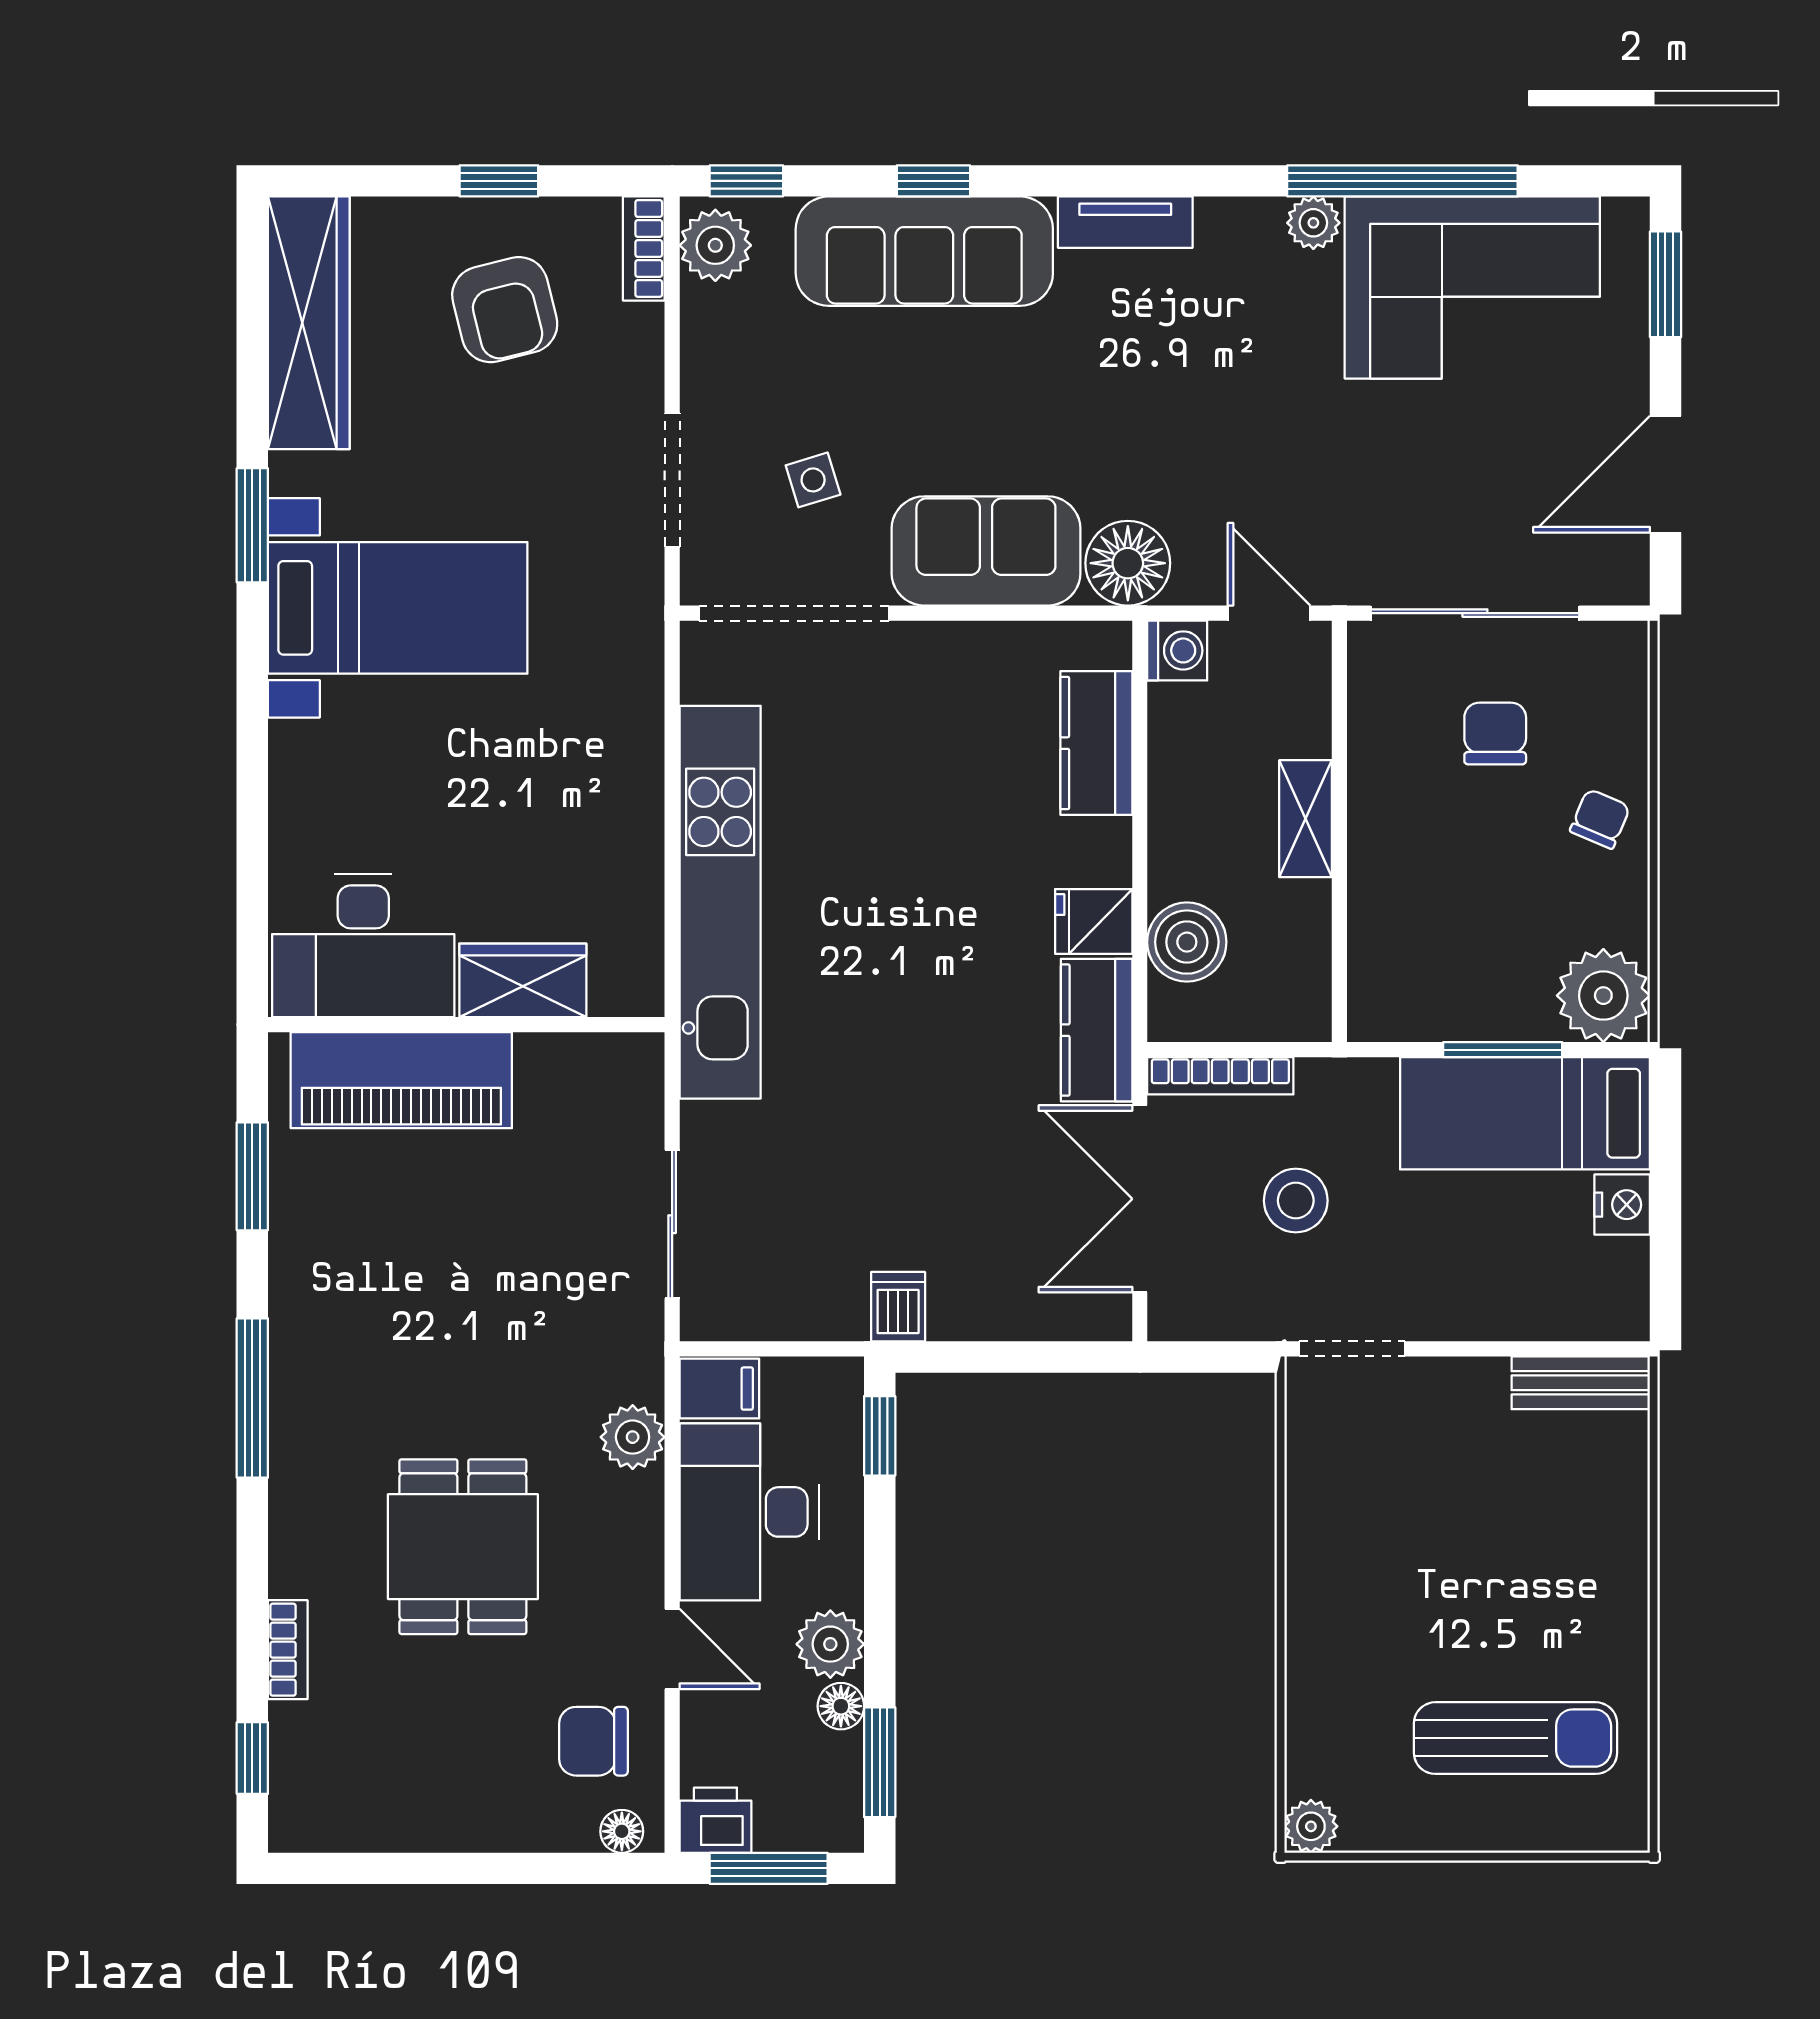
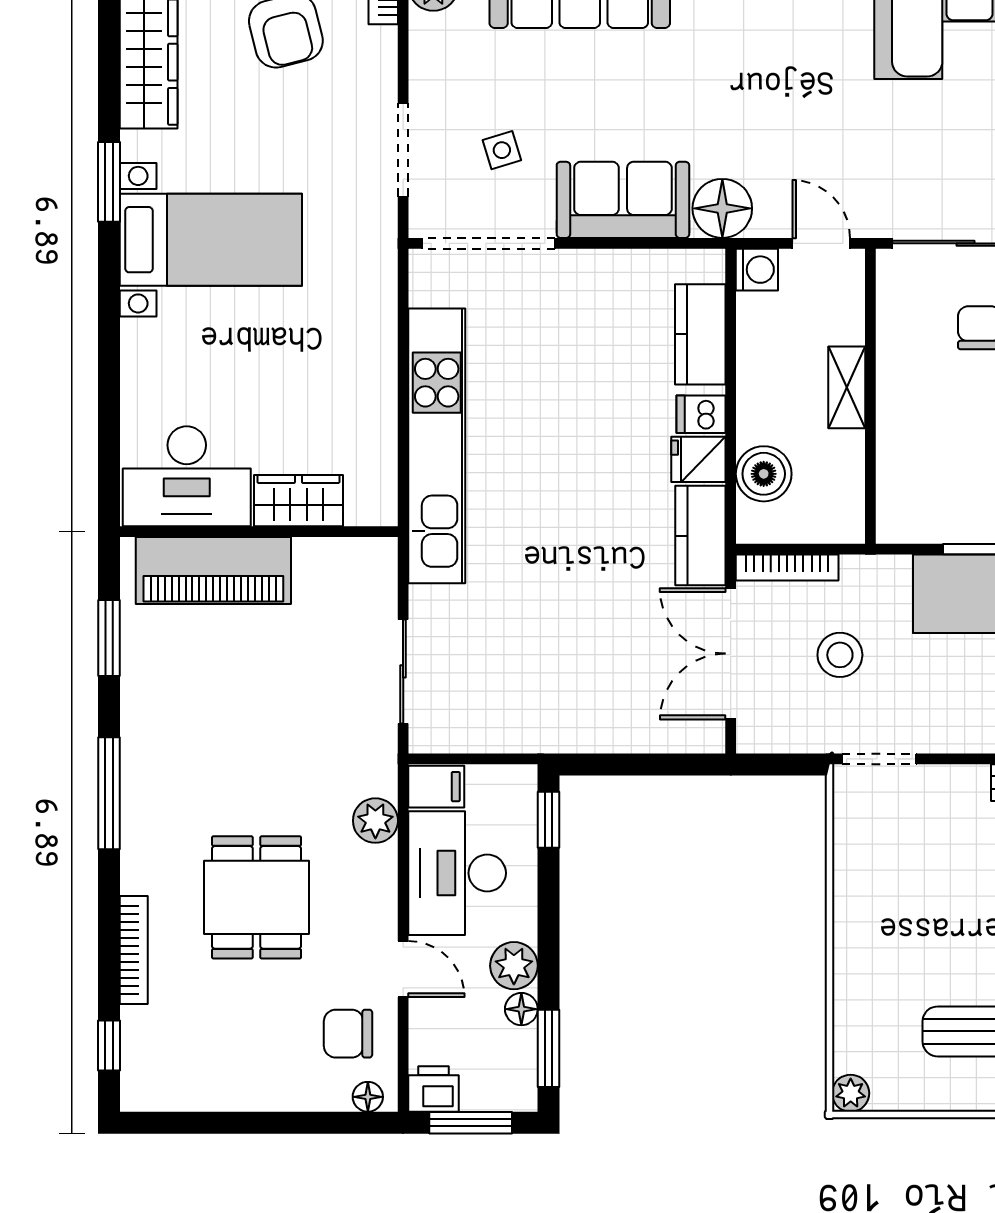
dishwasher: (898, 1307) -> (701, 414), moved, turned -90
bookcase: (288, 1650) -> (134, 950), width x1.56

